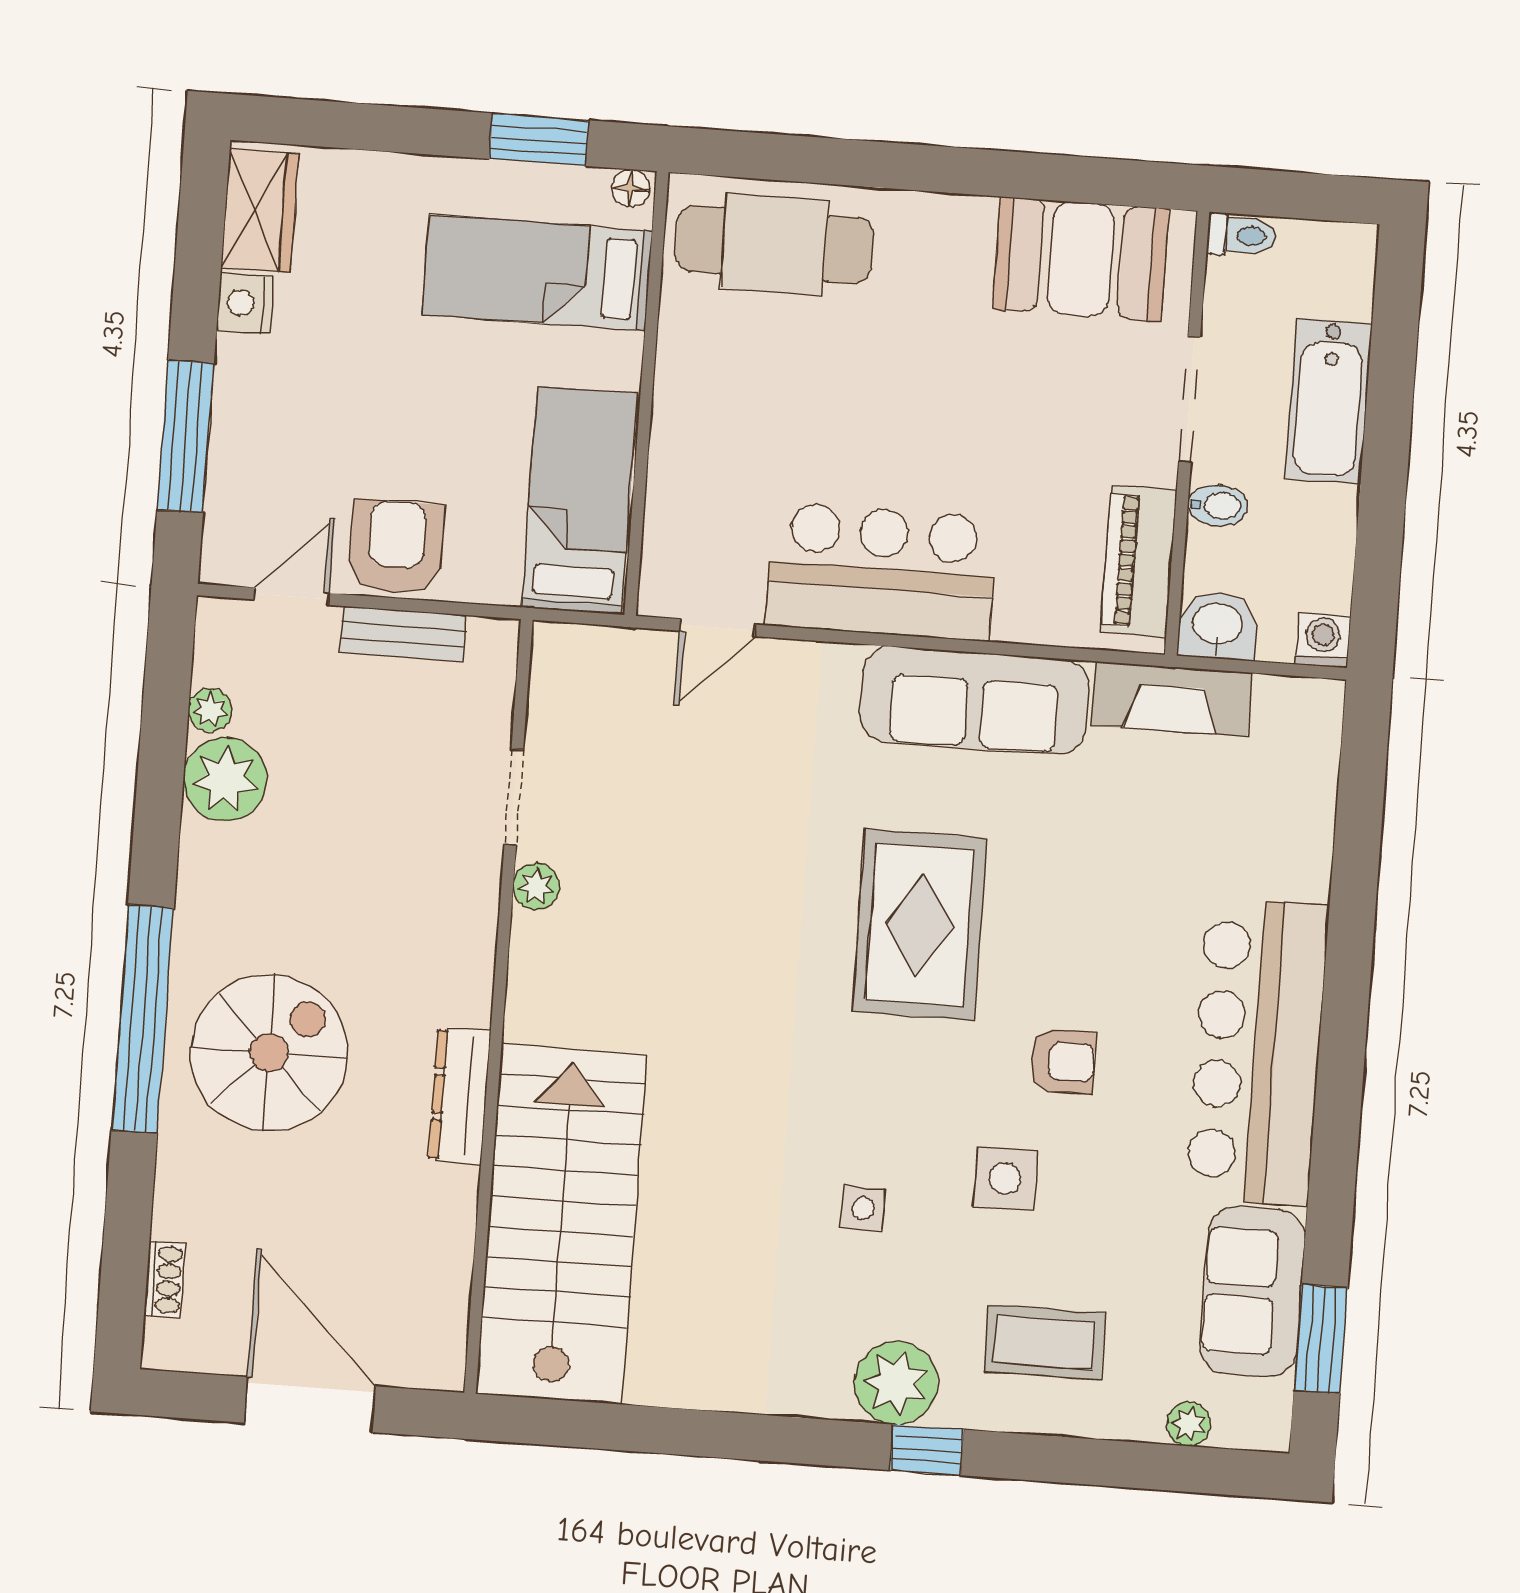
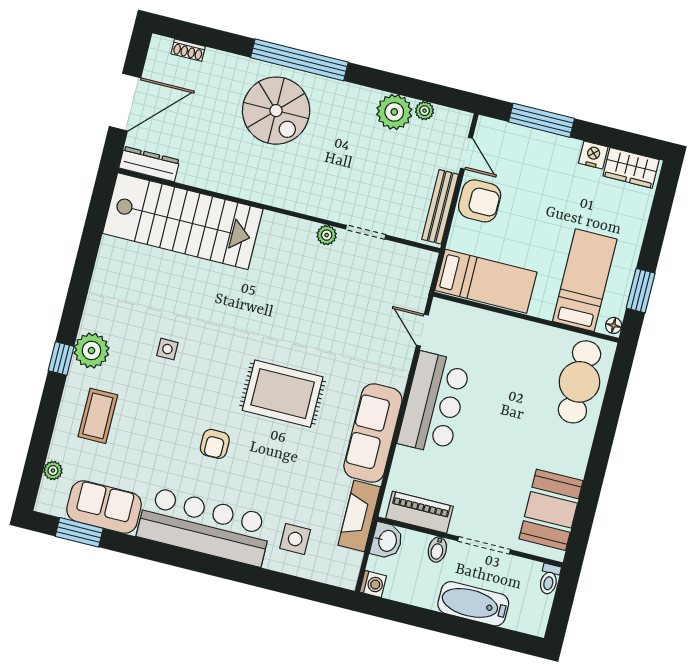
bench: (403, 634) -> (440, 207), width x1.36
dresser: (460, 1096) -> (149, 164), moved
side table: (1005, 1178) -> (295, 539), moved

